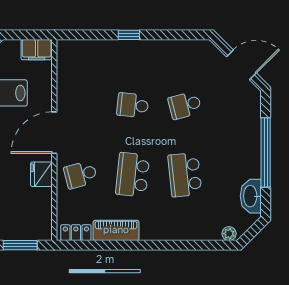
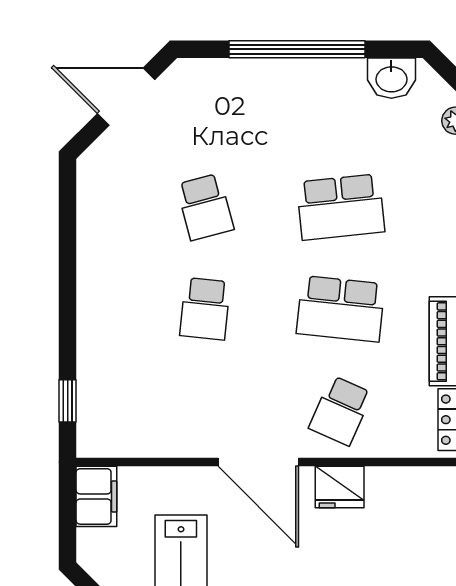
window: (129, 35) -> (68, 401), moved
door: (241, 65) -> (126, 97), hinge flipped
school desk: (81, 175) -> (341, 411), turned 39
washbasin: (251, 196) -> (391, 78), width x0.72

